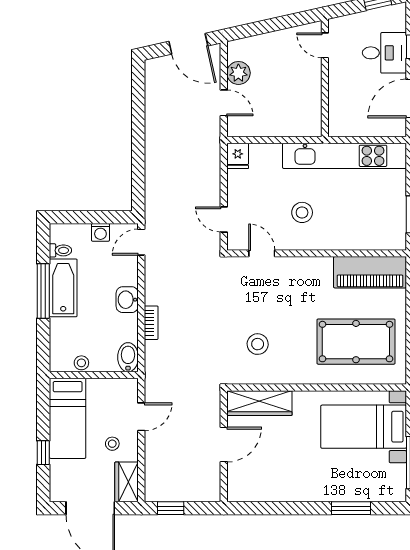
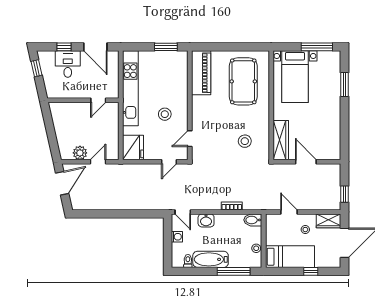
door: (325, 45) -> (98, 100), moved
fridge: (238, 156) -> (133, 147), width x1.88, depth x1.34
window: (43, 291) -> (234, 271), moved
washbasin: (127, 300) -> (206, 220), moved

